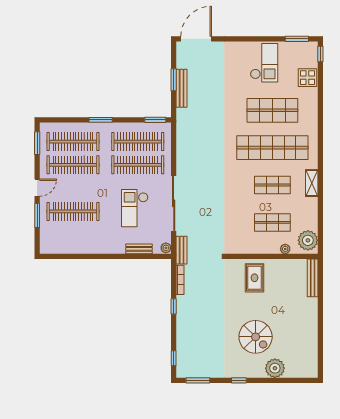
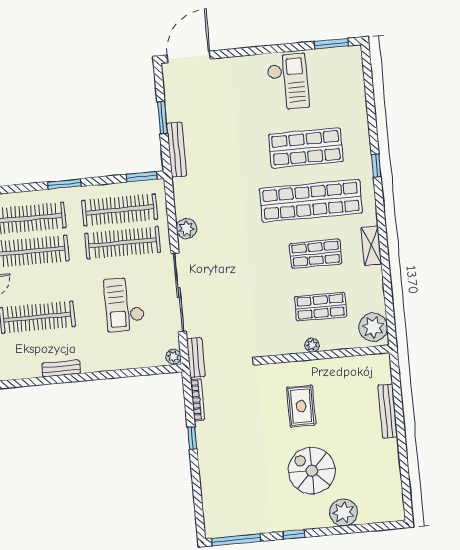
window: (320, 54) -> (376, 166), moved
display table: (307, 78) -> (351, 97), removed
bench: (182, 88) -> (177, 150), moved
plant: (183, 159) -> (186, 229), added
bench: (139, 249) -> (61, 368), moved
plant: (285, 249) -> (312, 345), moved
rug: (255, 278) -> (301, 406), moved
bench: (313, 278) -> (388, 411), moved
spiral stairs: (256, 337) -> (312, 471), turned 180
window: (174, 358) -> (199, 512), removed
window: (198, 380) -> (236, 540), width x1.44

